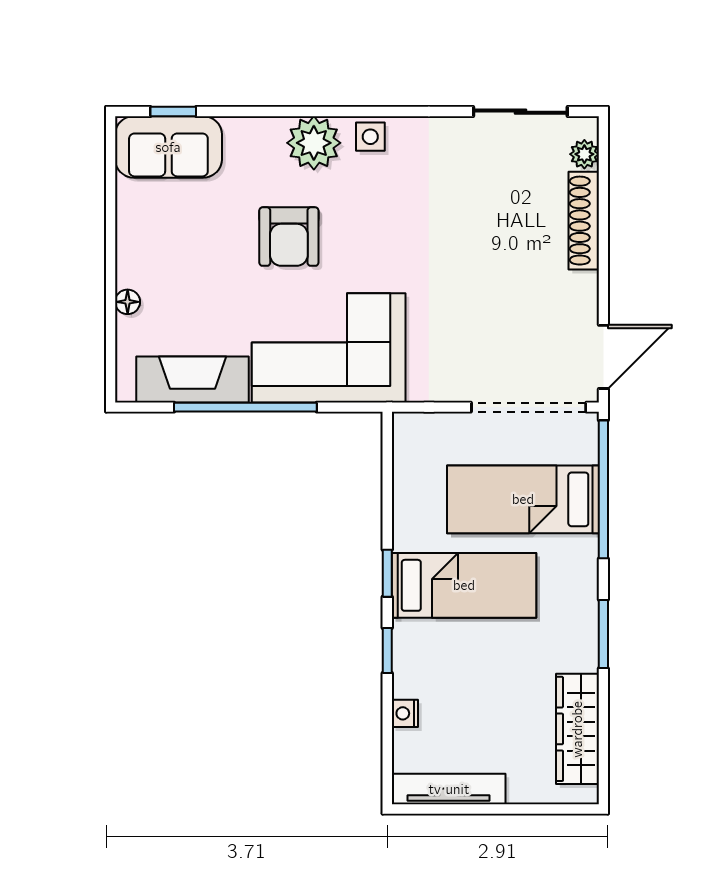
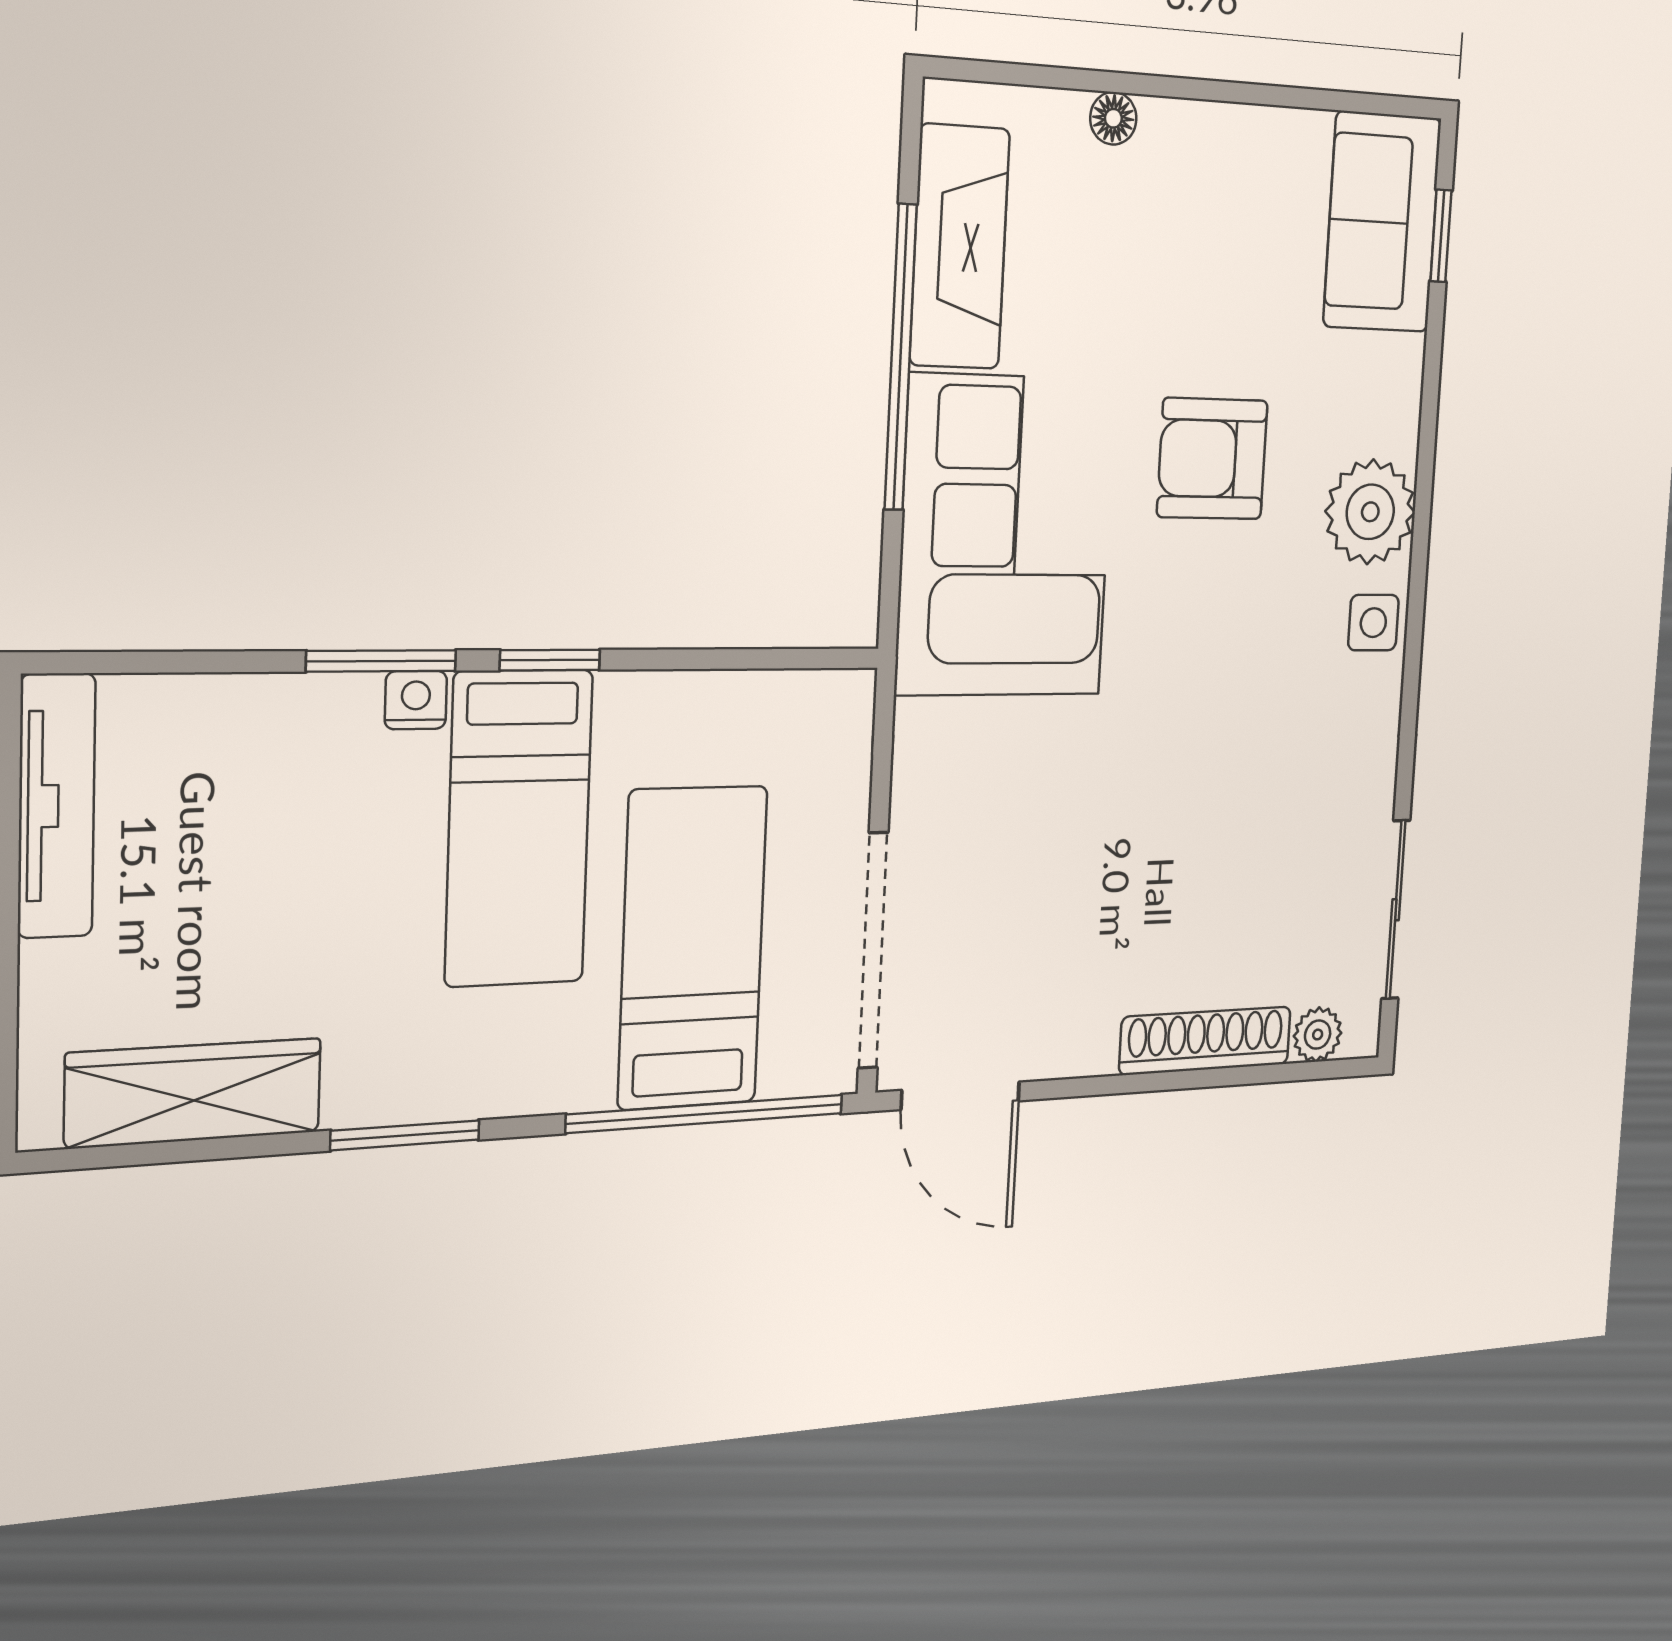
window: (387, 651) -> (382, 661), width x1.50
nightstand: (405, 713) -> (416, 700), moved

